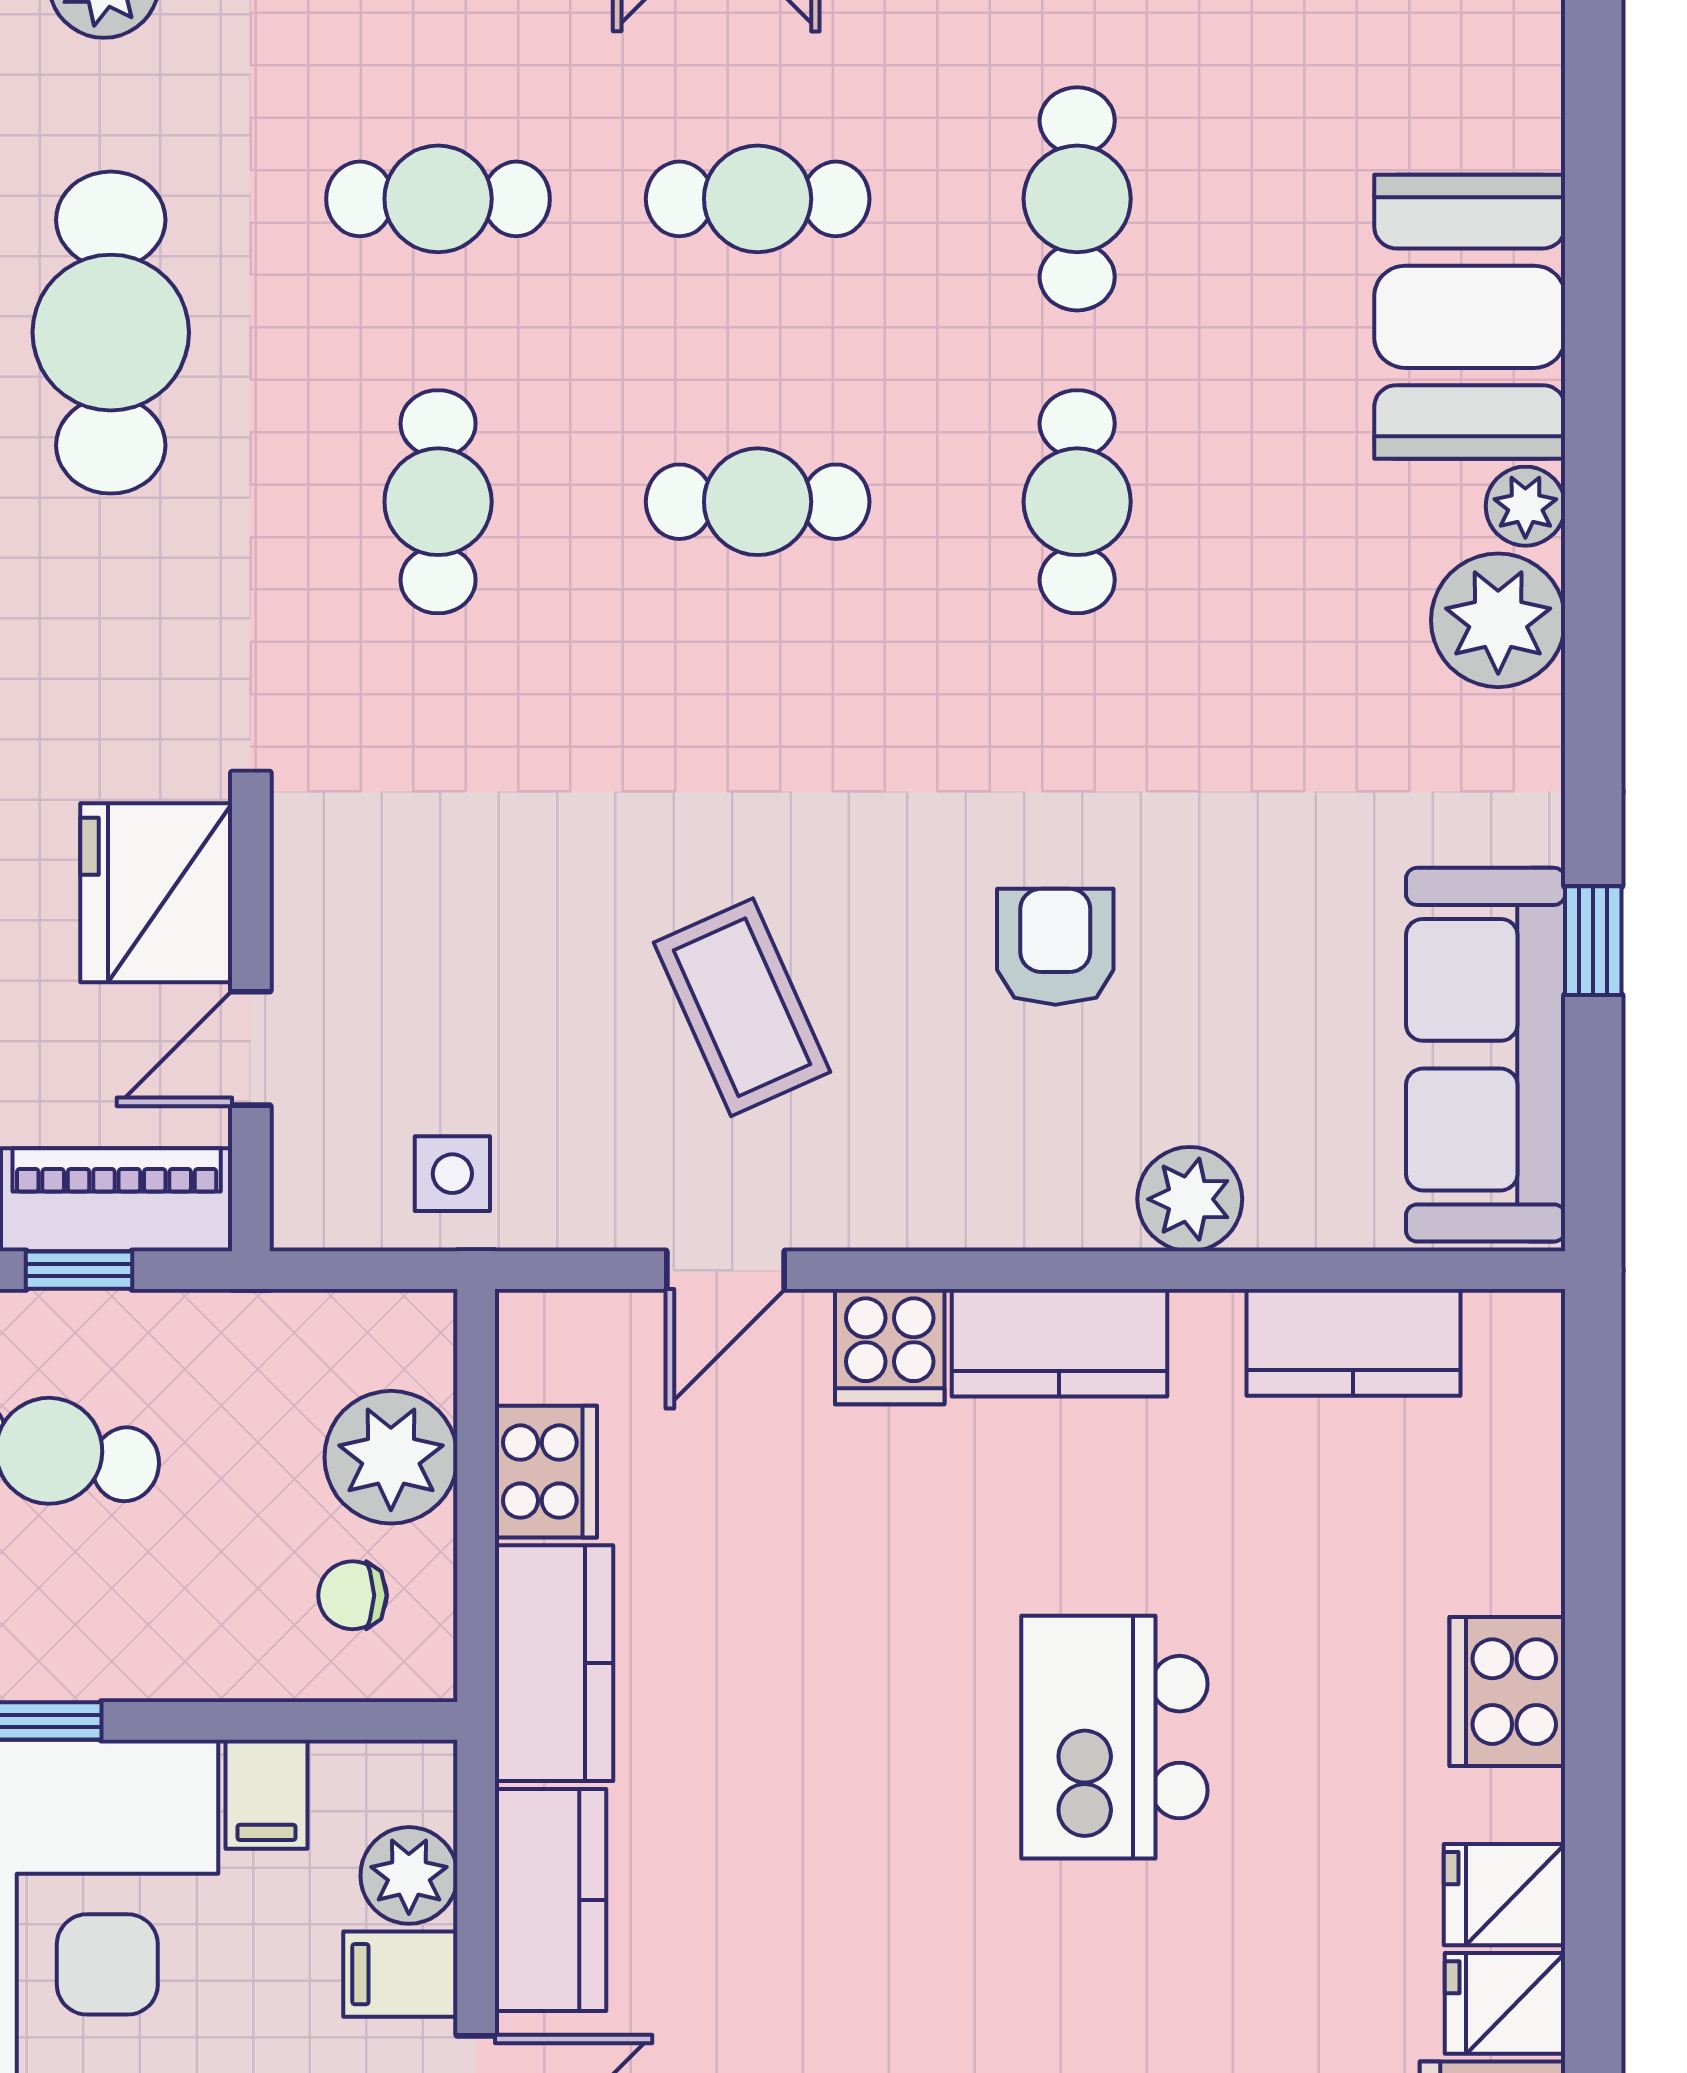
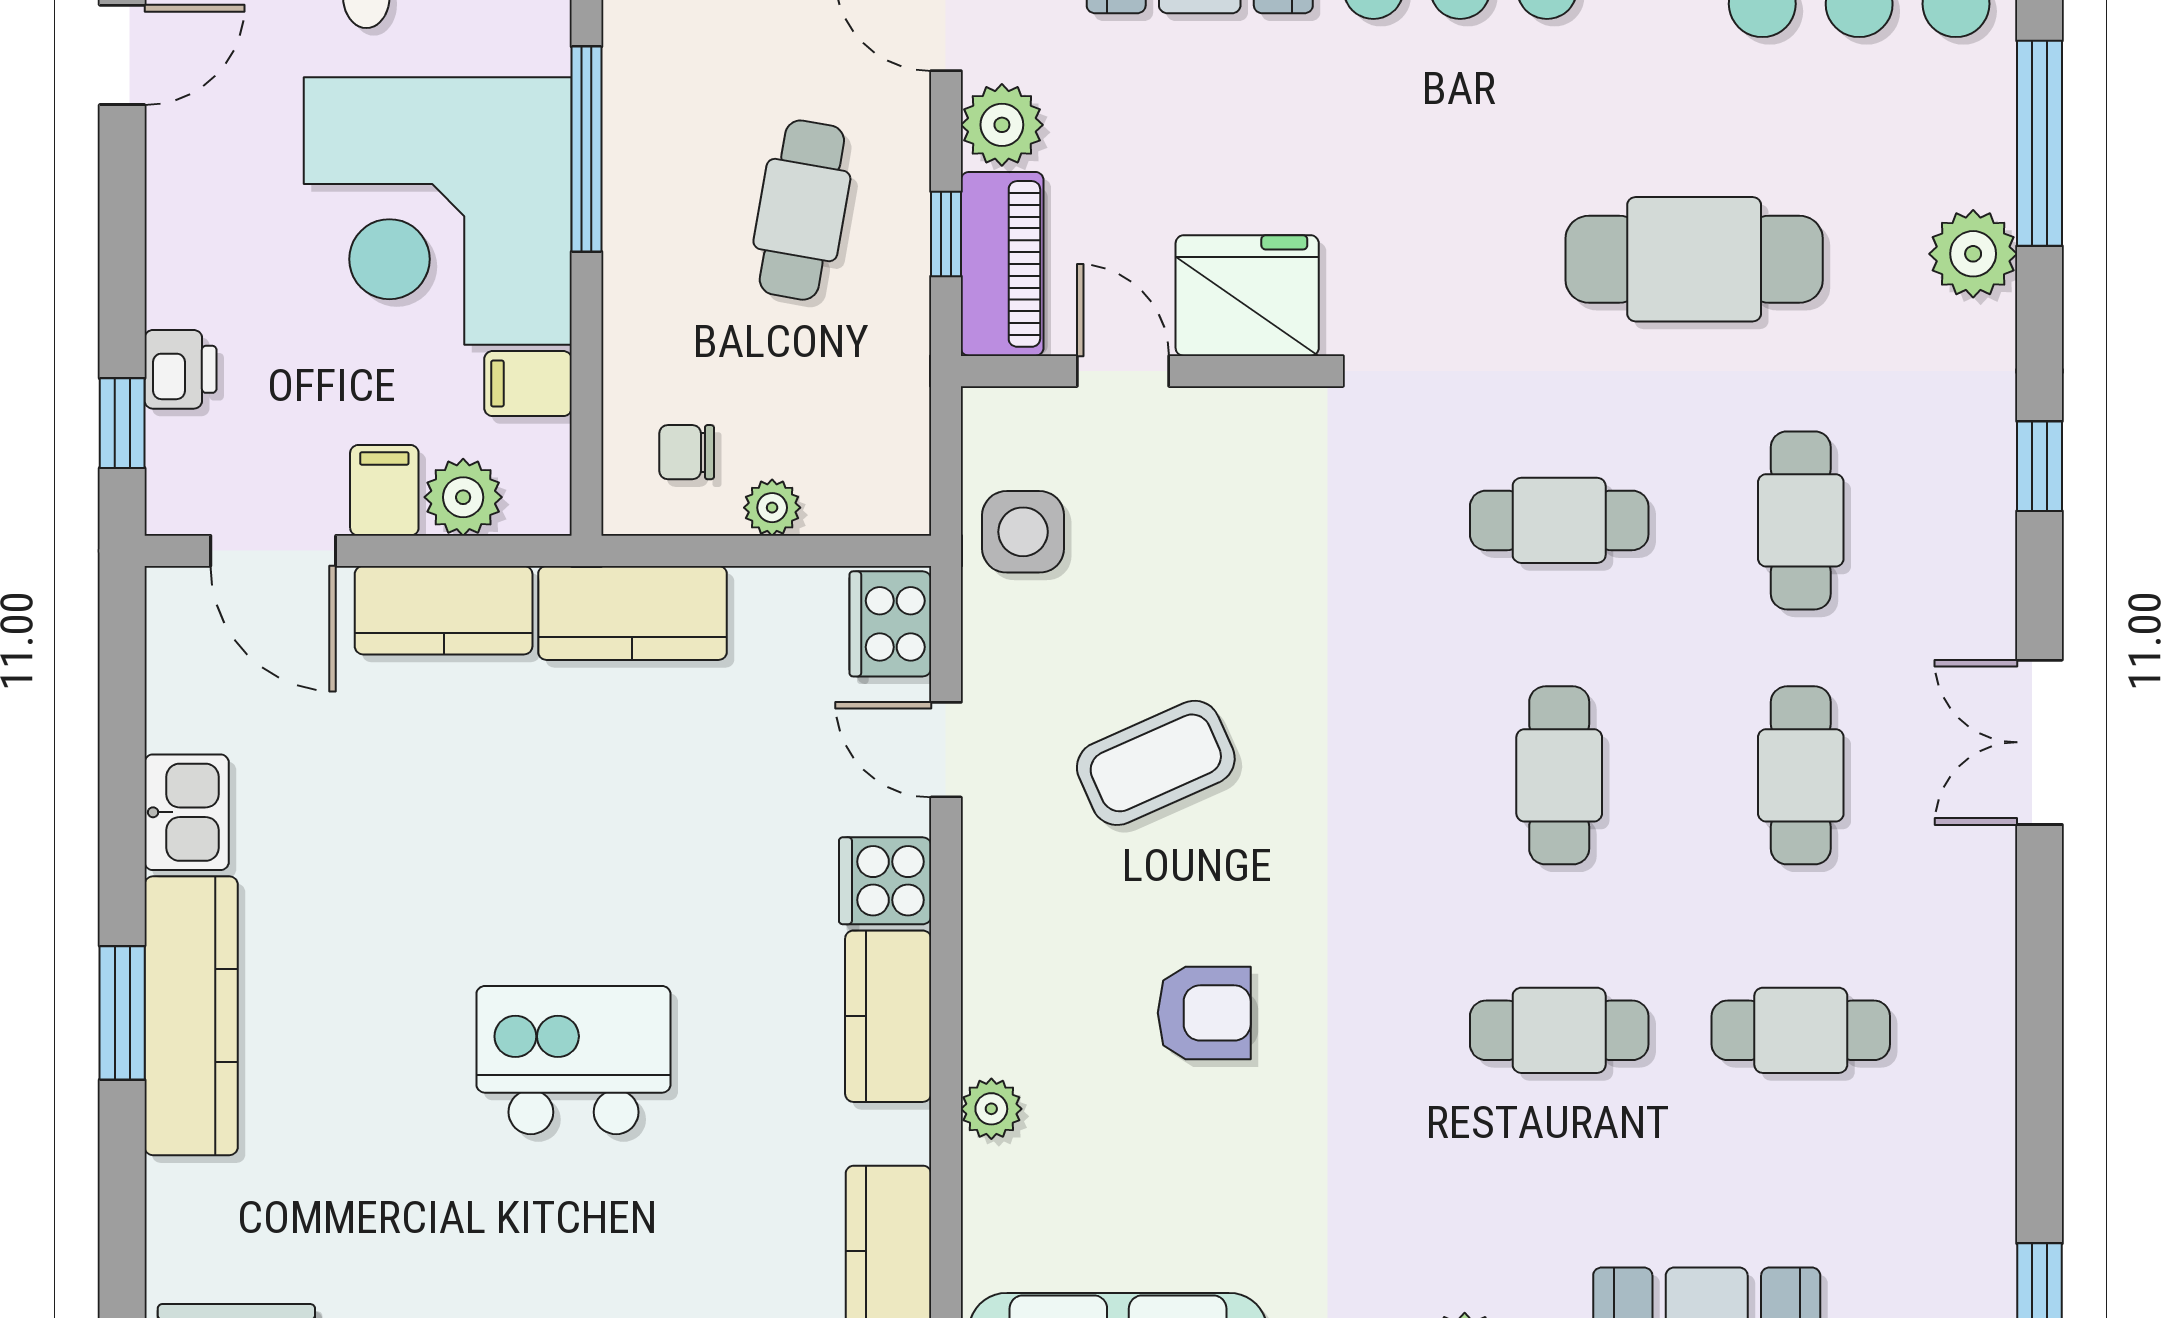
side table: (452, 1174) -> (1023, 532), width x1.37, depth x1.37
plant: (1190, 1199) -> (991, 1109), width x0.73, depth x0.73
plant: (391, 1457) -> (772, 508), width x0.53, depth x0.53
cooker: (546, 1472) -> (890, 624), moved, turned 90
chair: (352, 1595) -> (687, 452), turned -90

